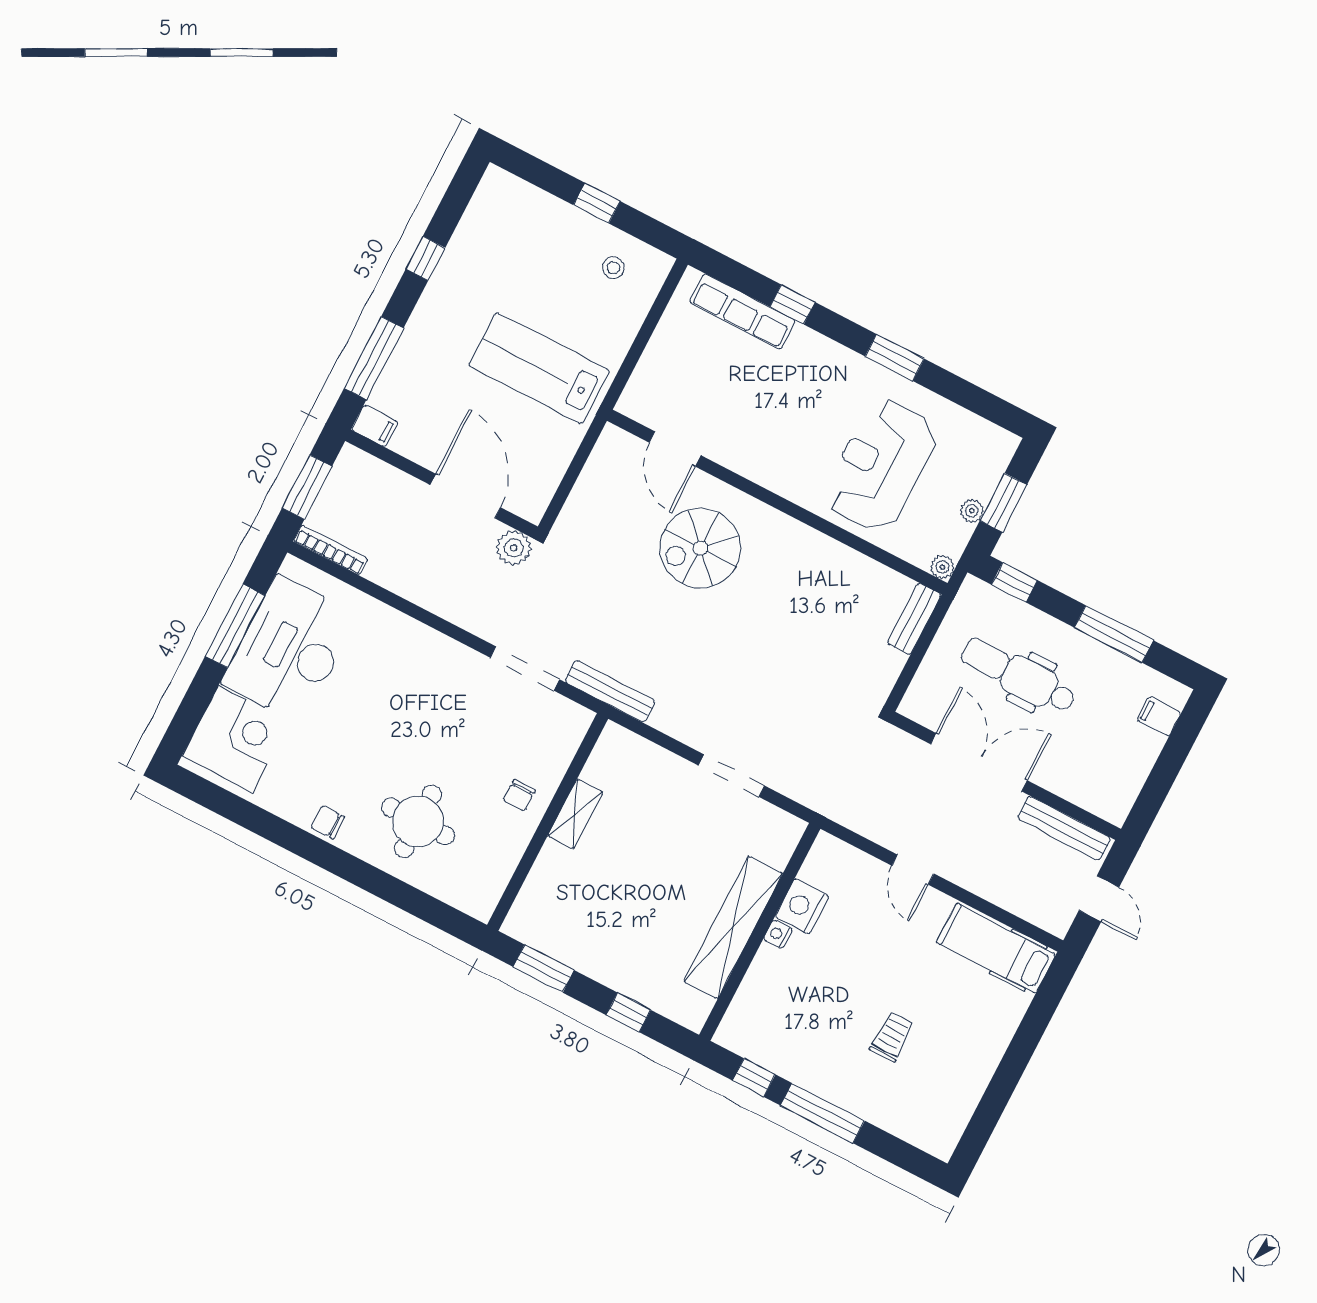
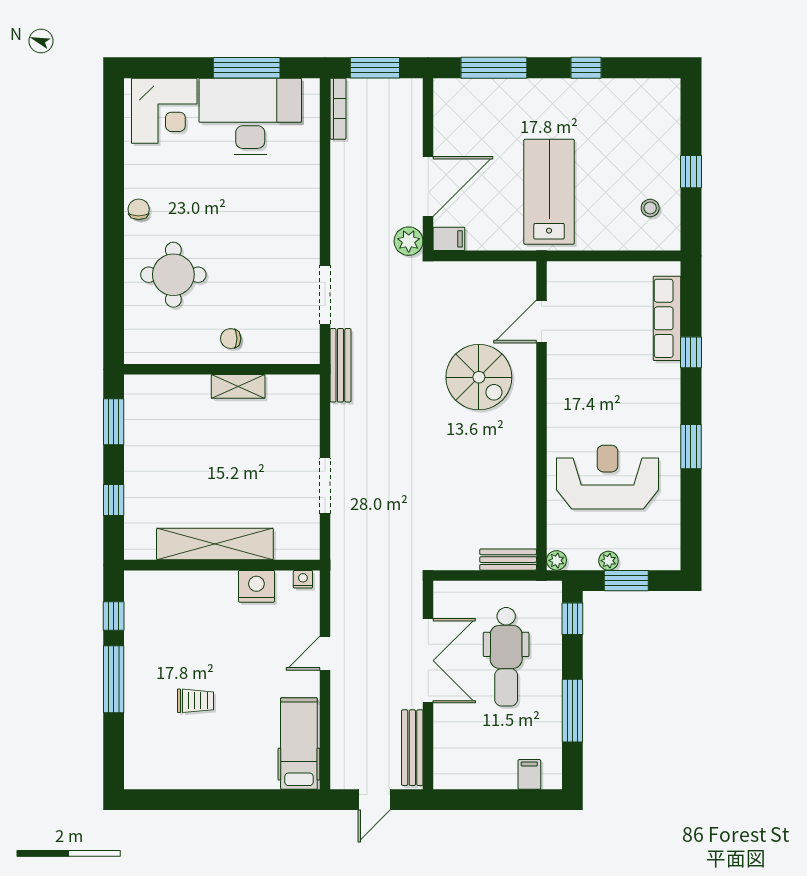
filing cabinet: (375, 426) -> (449, 239), moved, turned -90
spiral stairs: (700, 548) -> (479, 377), turned 180
dental chair: (1018, 675) -> (506, 657), turned 180
nightstand: (778, 934) -> (303, 579), moved

